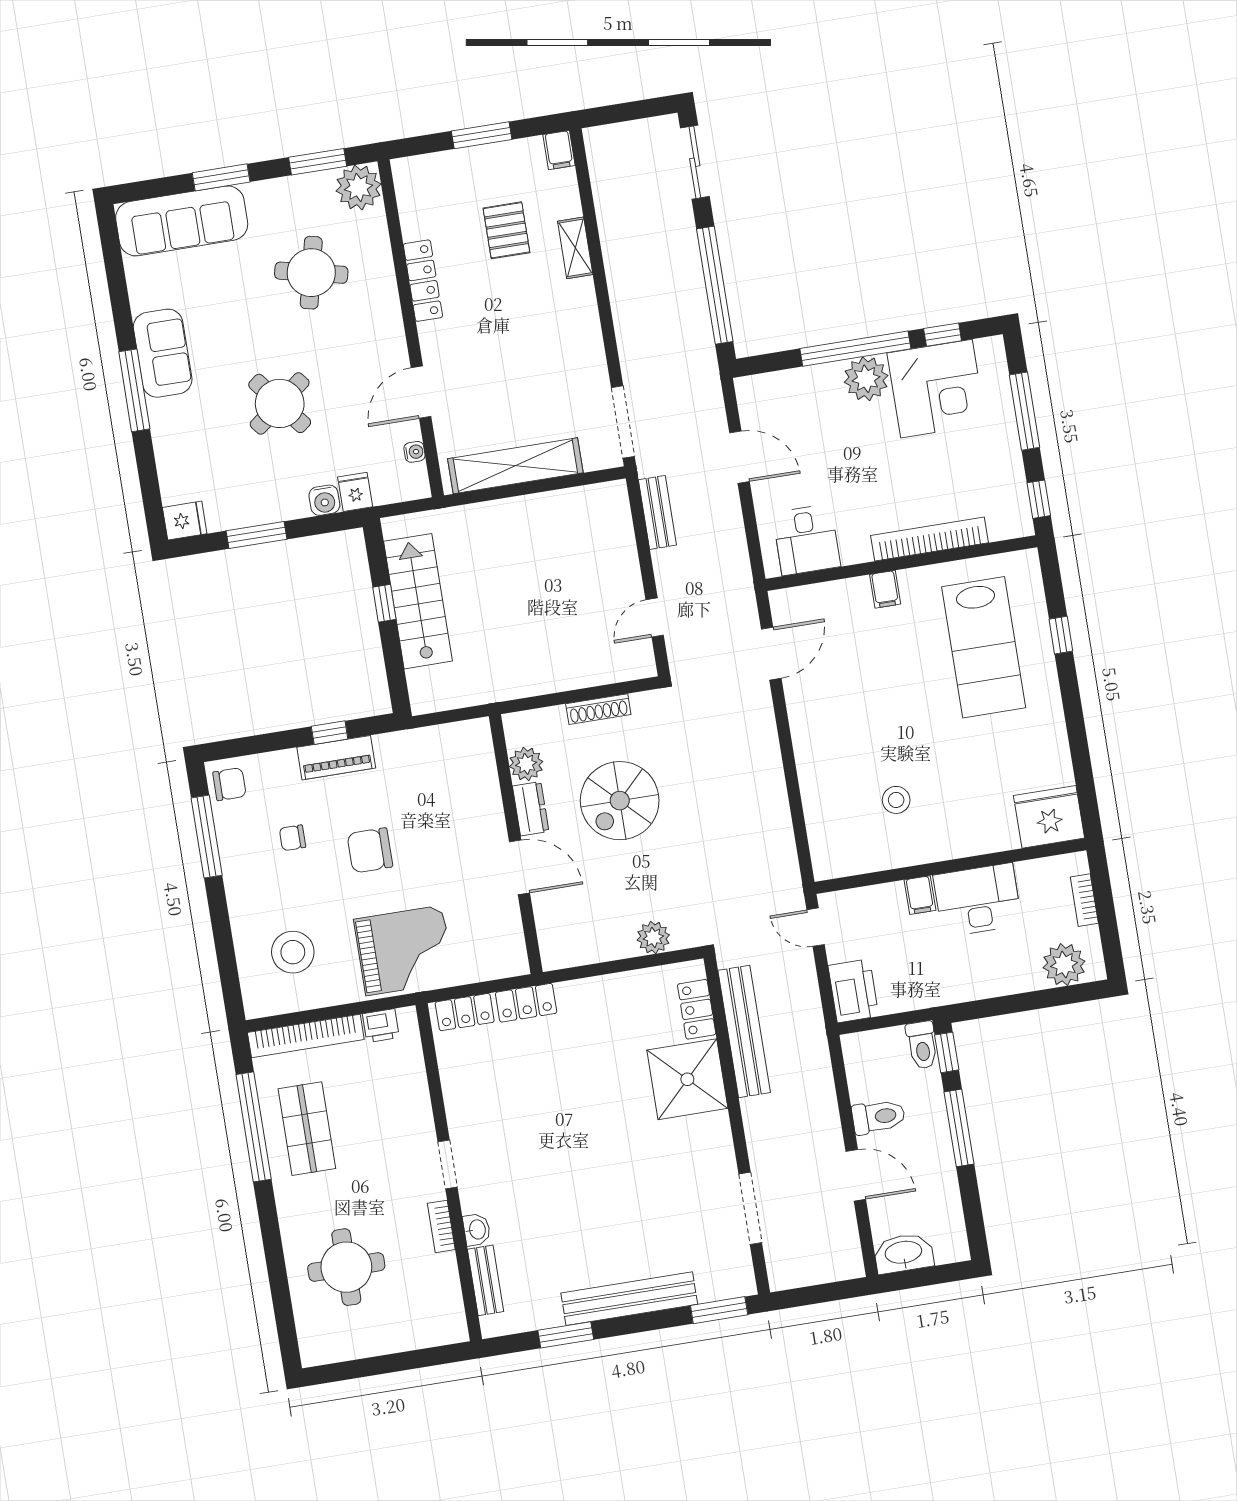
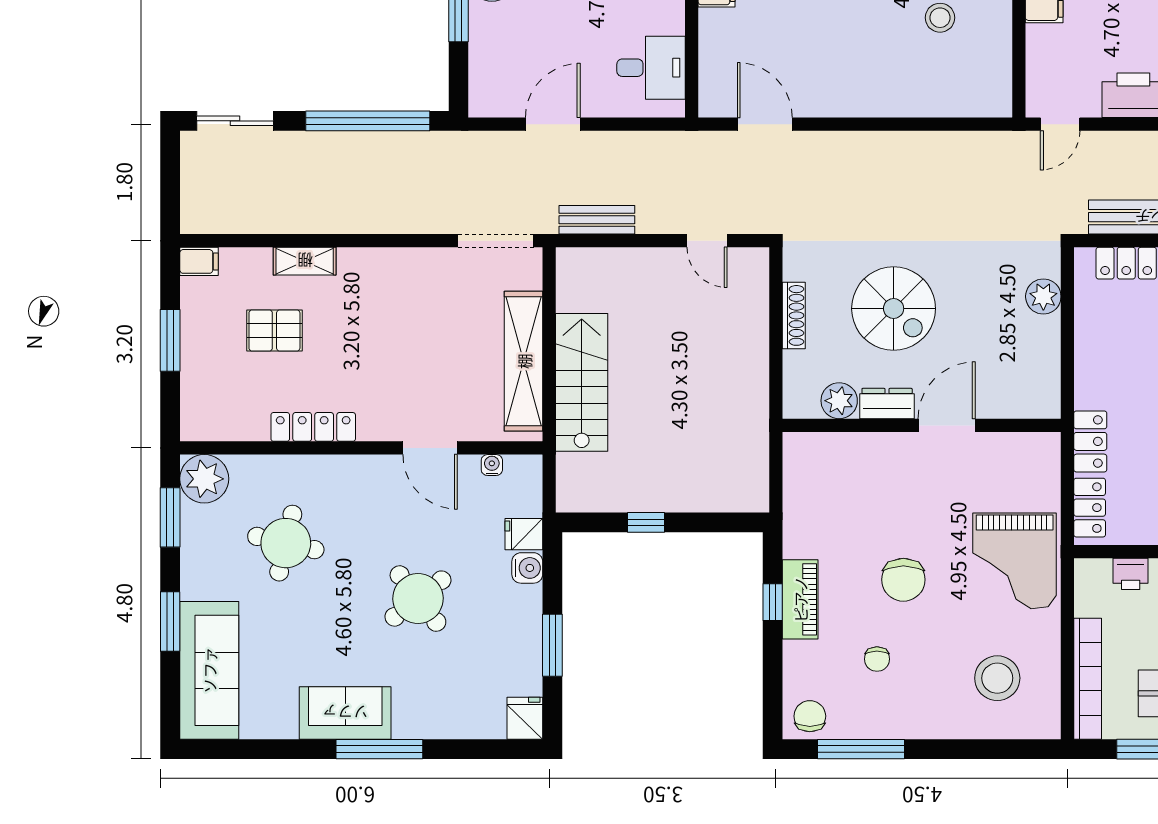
stairs: (418, 601) -> (582, 382), moved, turned 90
grand piano: (404, 951) -> (1015, 561), turned 180
printer: (381, 1026) -> (1131, 574), moved, turned 90

